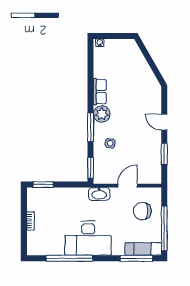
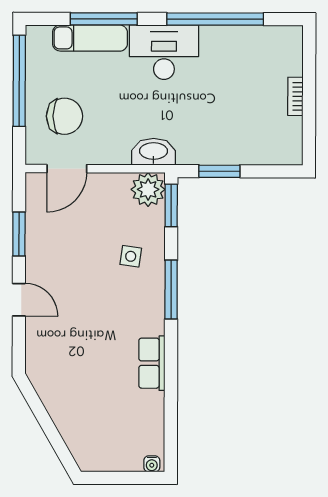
plant: (102, 114) -> (148, 189), moved
window: (43, 185) -> (219, 171), moved
door: (128, 186) -> (67, 169), moved
desk: (88, 238) -> (164, 52), width x0.73, depth x0.77
exam couch: (143, 249) -> (90, 38), moved
window: (136, 258) -> (104, 19), moved

